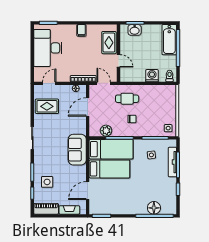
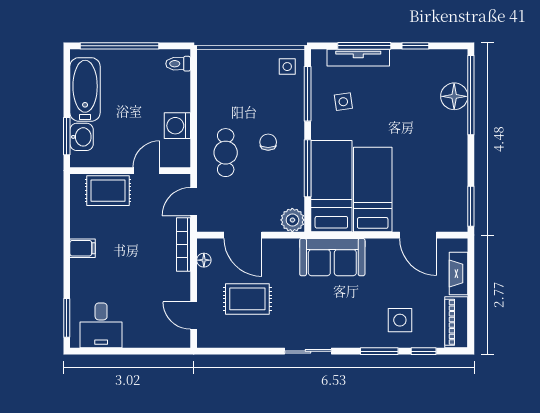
bathtub: (169, 40) -> (85, 89), moved, turned -90
desk: (48, 48) -> (101, 325), width x0.53, depth x0.77
washing machine: (152, 76) -> (177, 126), moved
rug: (47, 106) -> (247, 299), moved, turned 90
plant: (106, 131) -> (292, 220), moved

